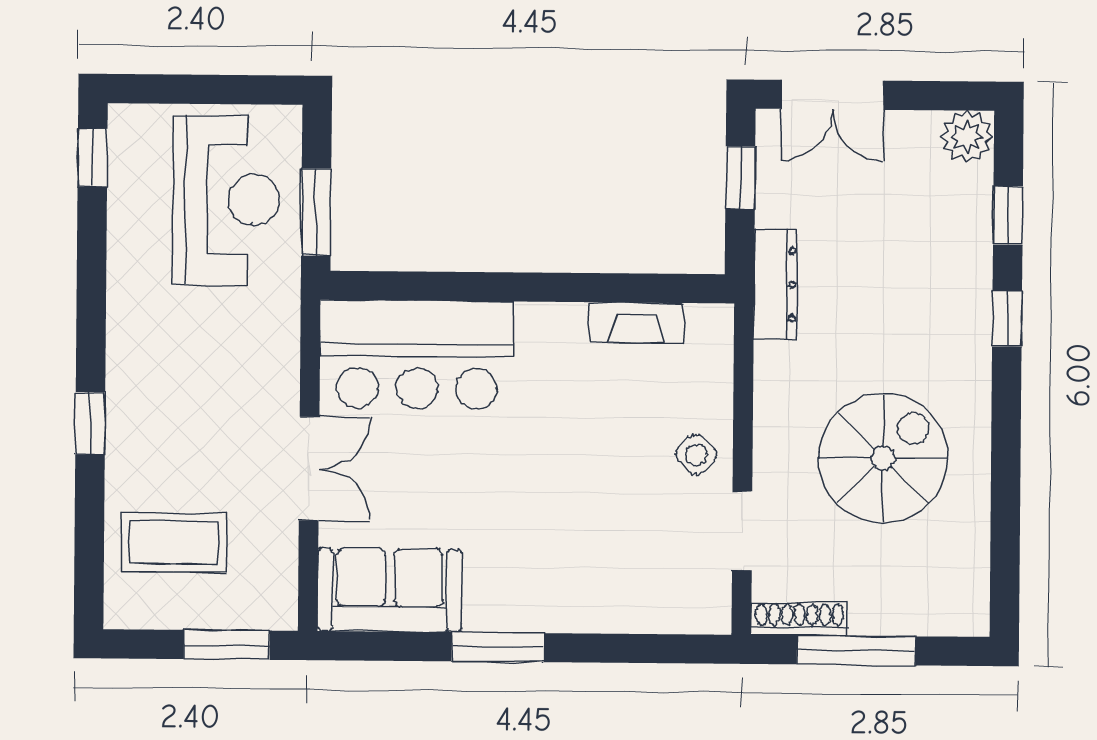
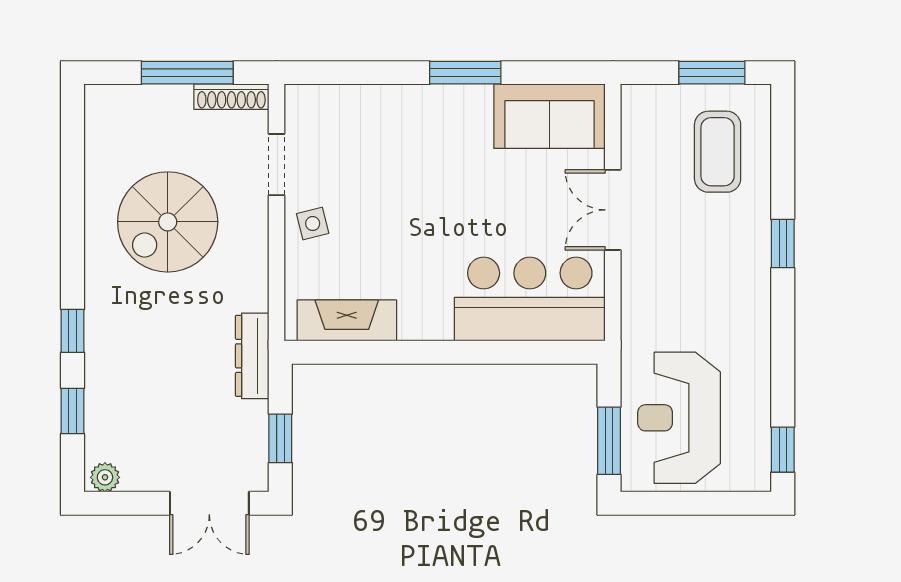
double door: (833, 95) -> (209, 503), swing flipped
plant: (967, 137) -> (105, 477), width x0.73, depth x0.73
window: (316, 212) -> (609, 441), moved
fireplace: (636, 323) -> (347, 320), width x1.37, depth x1.32
side table: (696, 454) -> (313, 224), turned 33
coffee table: (173, 542) -> (718, 152), turned 90
window: (227, 645) -> (712, 73), moved

